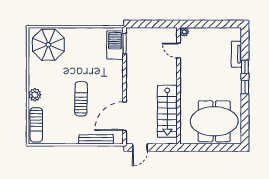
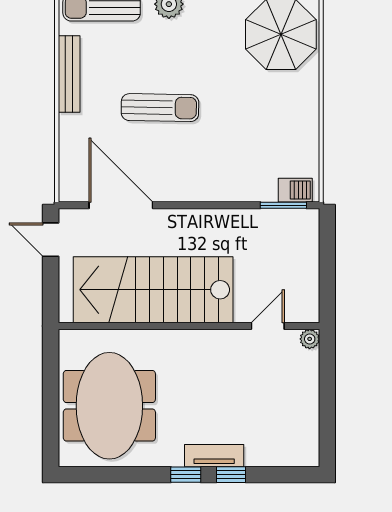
barbecue: (115, 45) -> (295, 190), width x0.53, depth x0.65
tv unit: (236, 54) -> (214, 456), moved
stairs: (167, 111) -> (153, 290), width x1.36, depth x1.51
bench: (96, 139) -> (69, 74), moved

